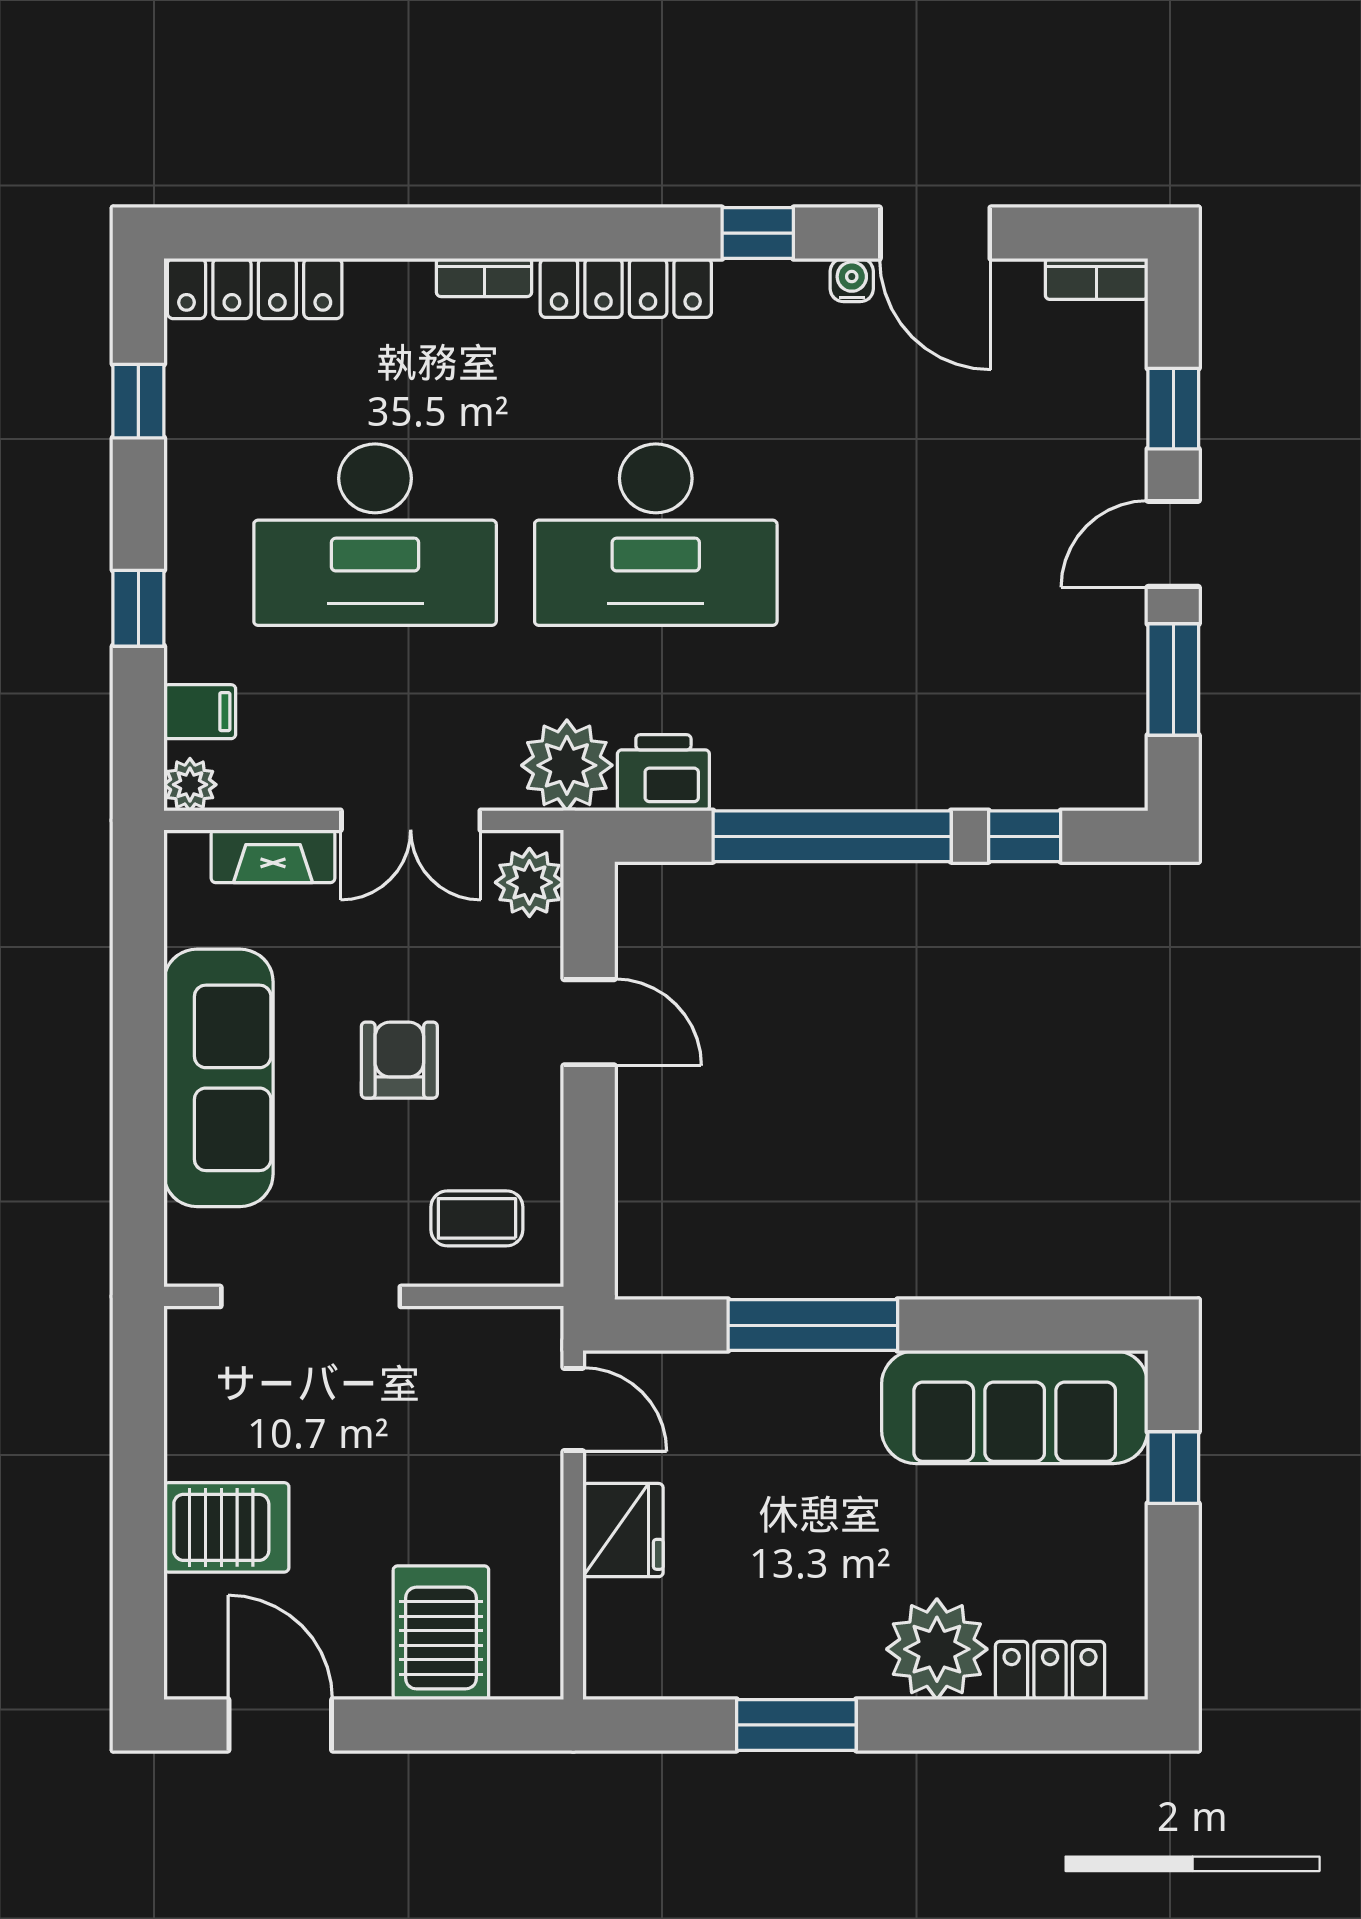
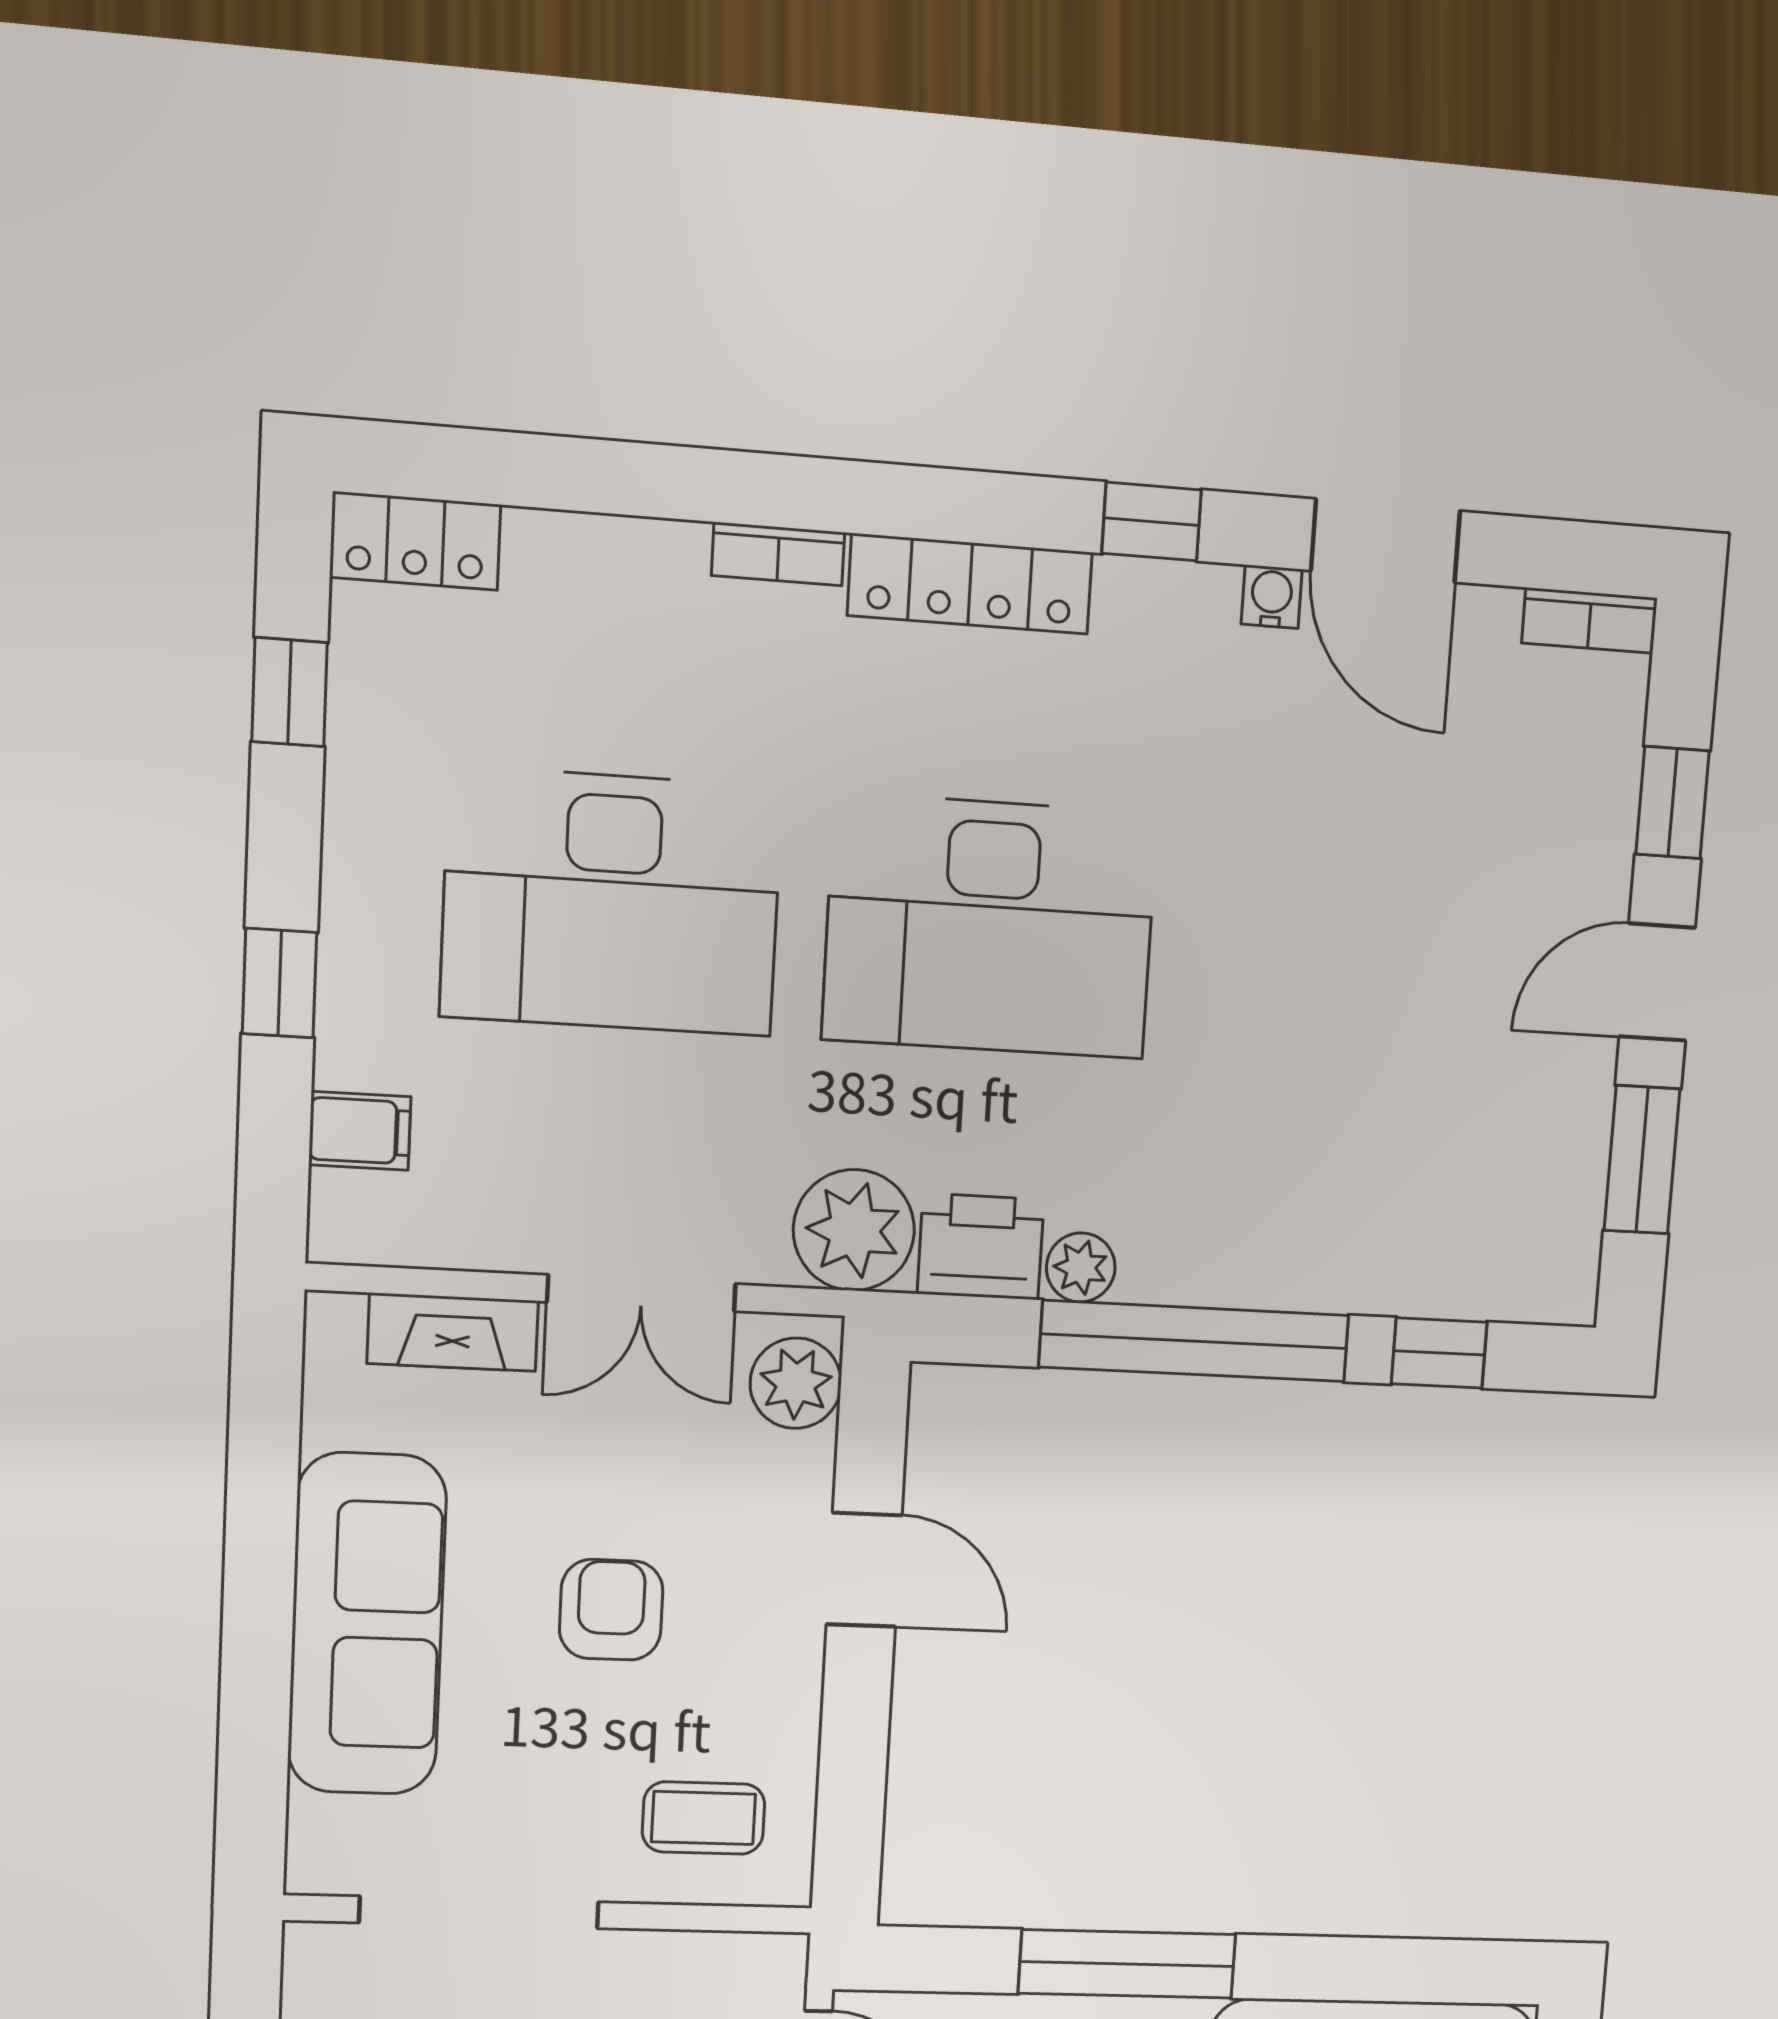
locker: (255, 289) -> (415, 541), width x0.66
plant: (190, 785) -> (1081, 1267), moved

